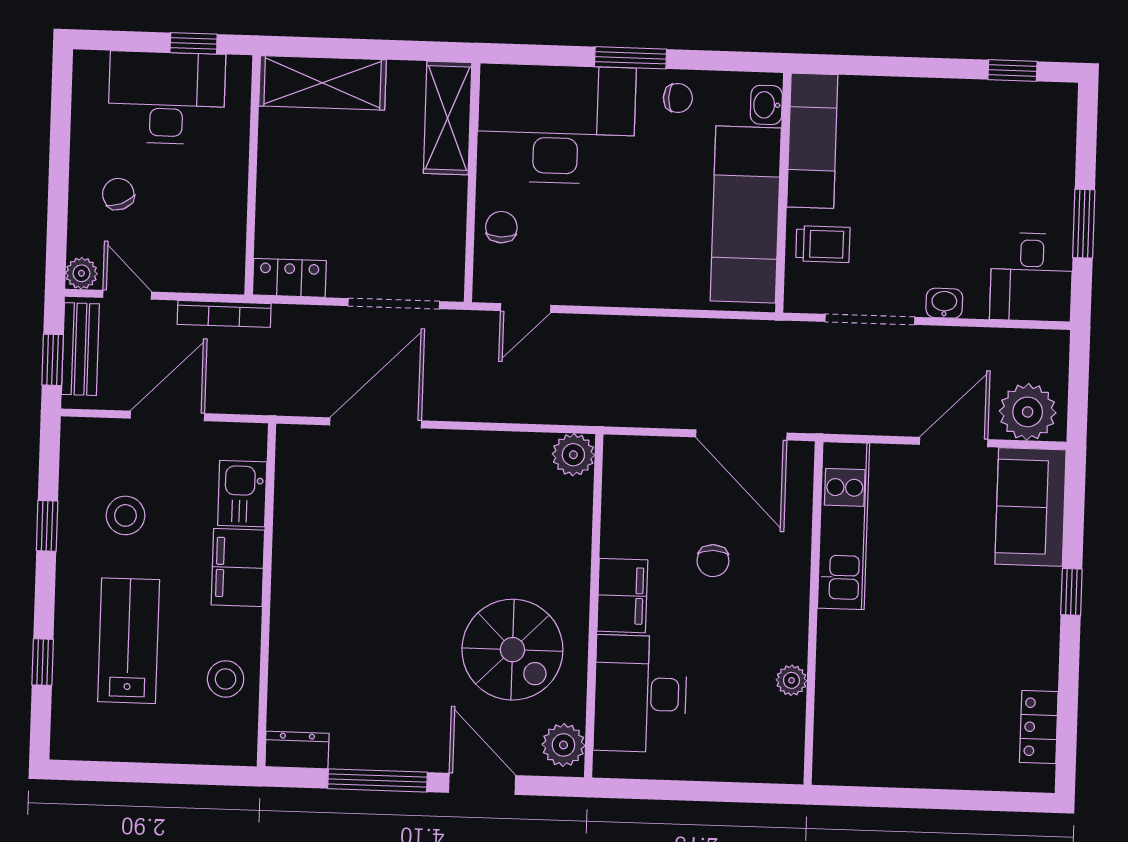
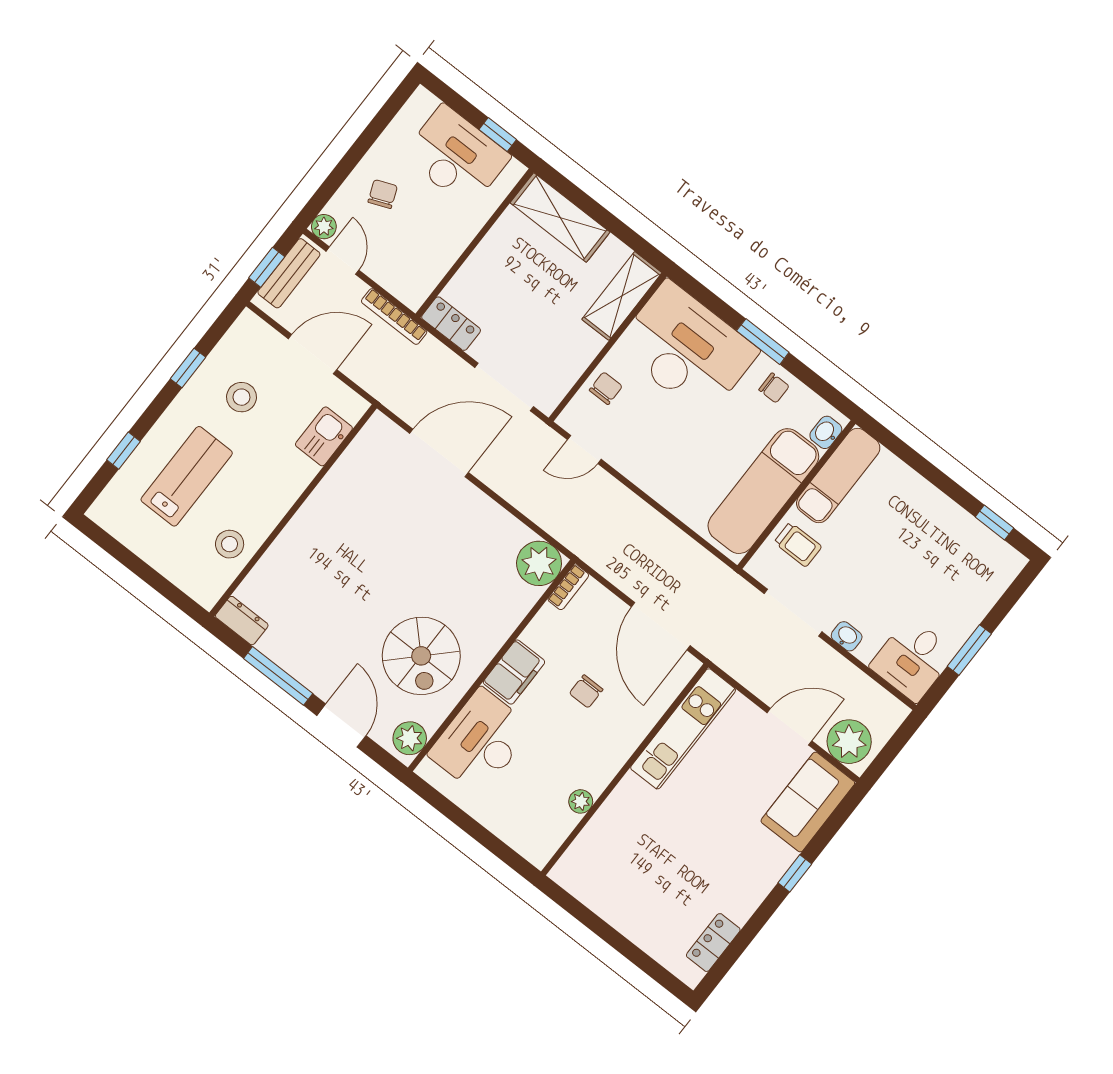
plant: (573, 455) -> (539, 563), width x1.36, depth x1.36
bookcase: (614, 465) -> (568, 587), added
filing cabinet: (238, 567) -> (288, 480), removed

